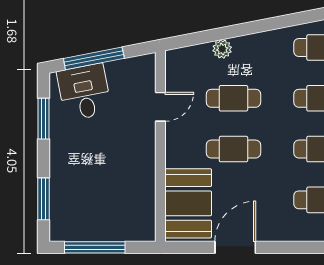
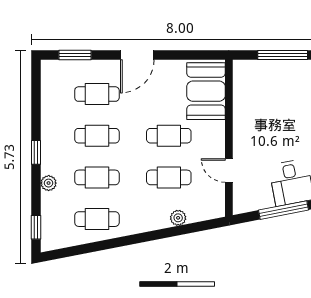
door: (160, 107) -> (229, 170), hinge flipped
door: (235, 247) -> (137, 55), moved

